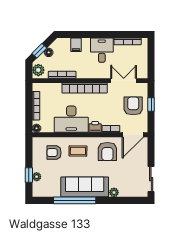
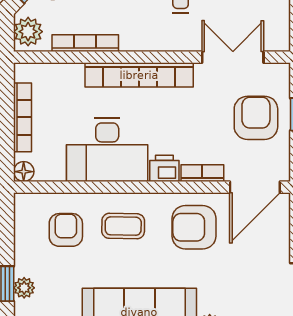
armchair: (107, 151) -> (194, 227), turned 90
armchair: (54, 153) -> (66, 230), turned 90

